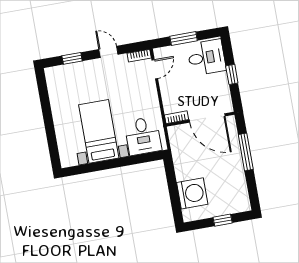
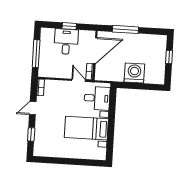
window: (184, 38) -> (36, 54), width x1.44
desk: (206, 57) -> (66, 42), moved
door: (155, 69) -> (79, 80), moved
washing machine: (192, 193) -> (134, 73), moved

